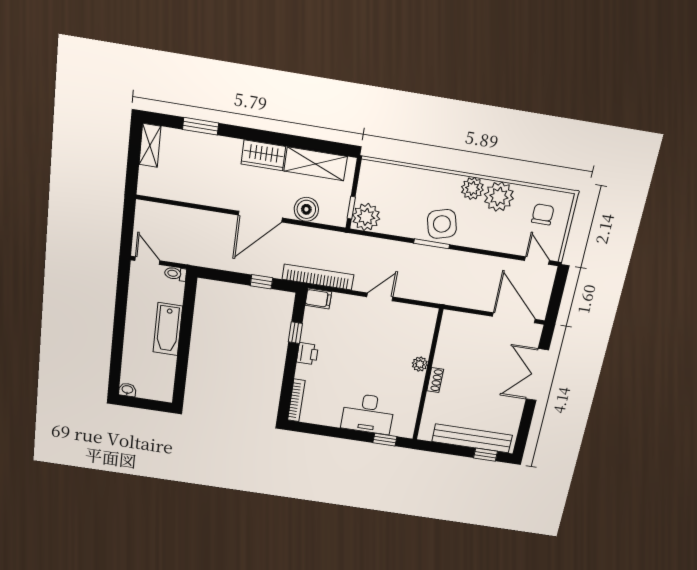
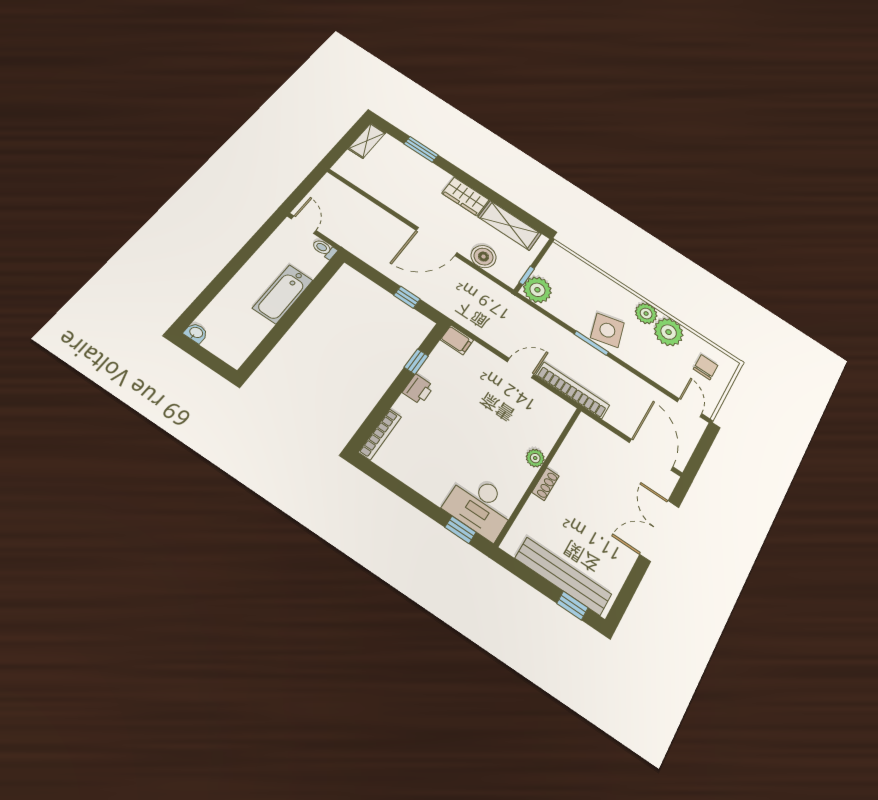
bookcase: (318, 277) -> (573, 390), moved
desk: (368, 414) -> (480, 506), moved

